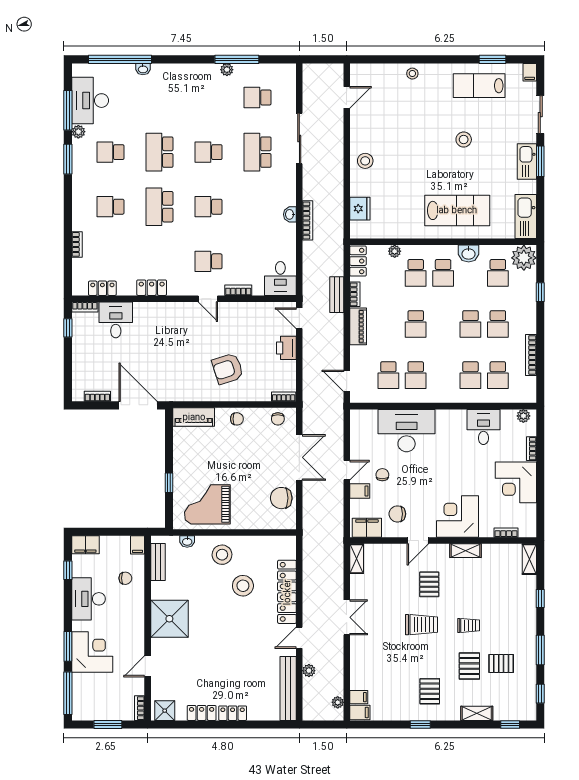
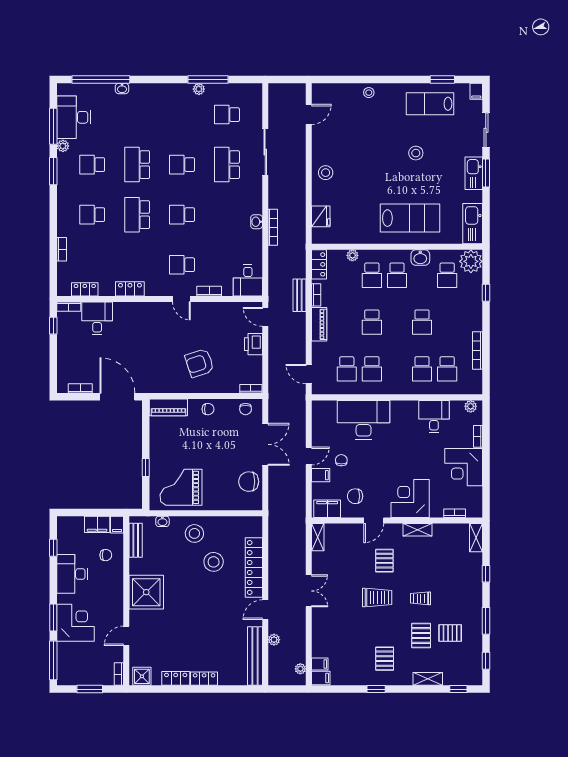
school desk: (498, 324) -> (447, 322), removed
filing cabinet: (85, 545) -> (97, 524), moved
trolley: (469, 625) -> (420, 598), turned 180

